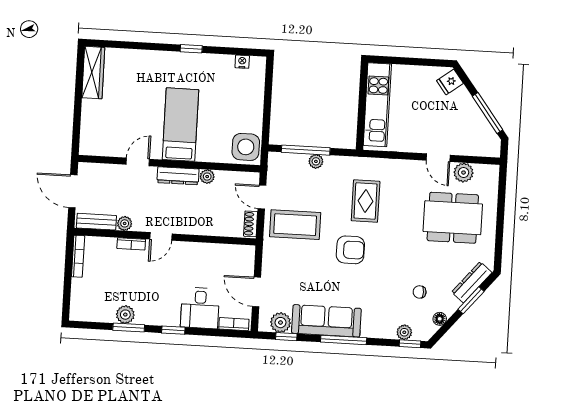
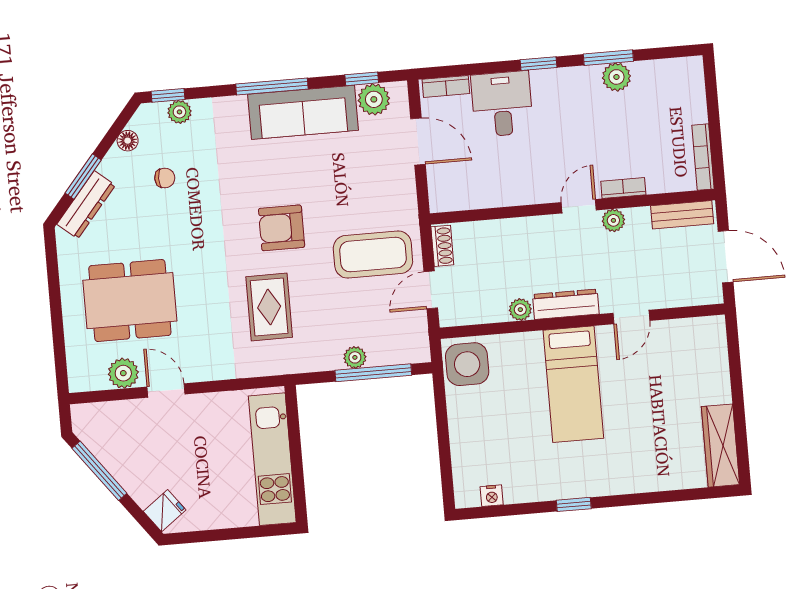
door: (262, 197) -> (431, 290), swing flipped
plant: (125, 223) -> (613, 220), moved

